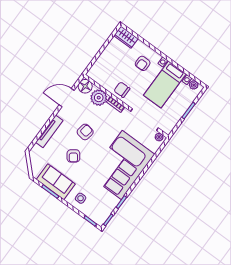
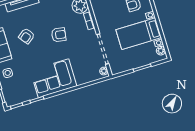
chair: (122, 90) -> (103, 13), removed
armchair: (85, 132) -> (59, 35), moved
corner sofa: (122, 165) -> (53, 78), width x0.73, depth x0.74

